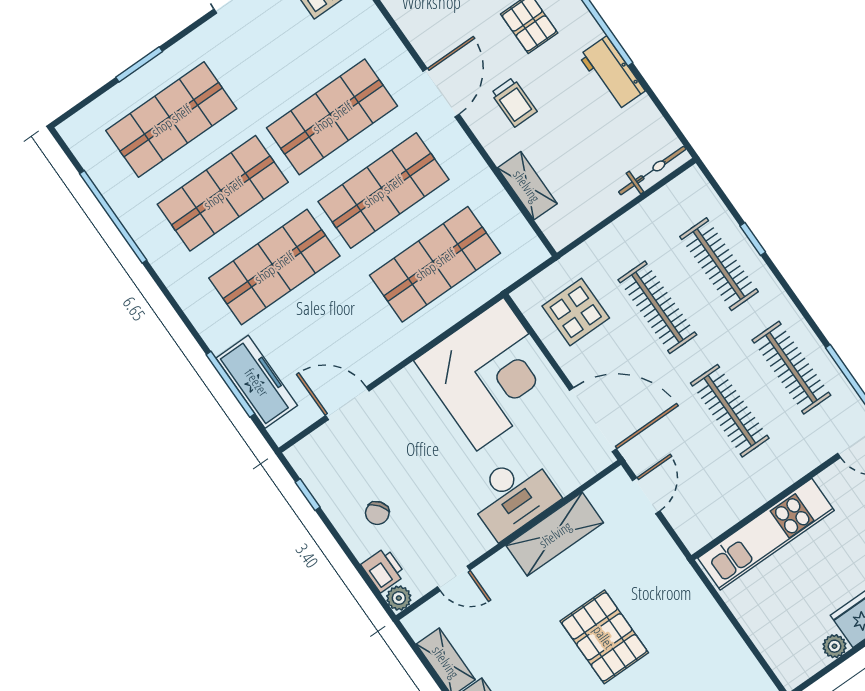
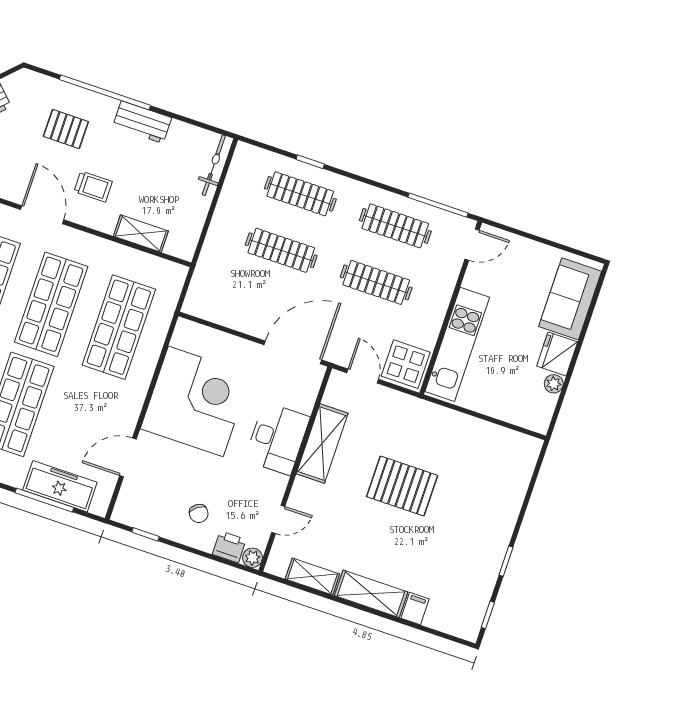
display table: (576, 312) -> (406, 364), moved
corner desk: (490, 374) -> (196, 401), moved

